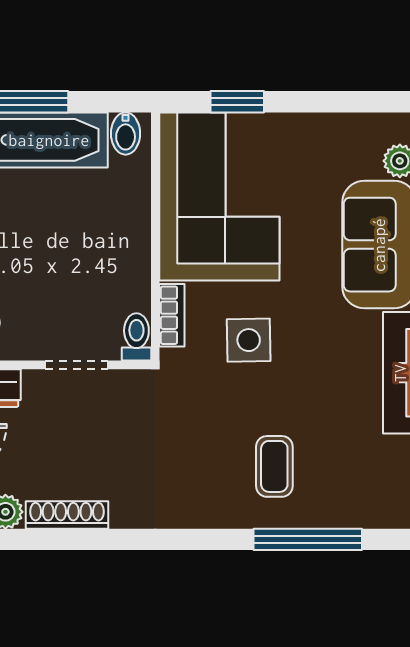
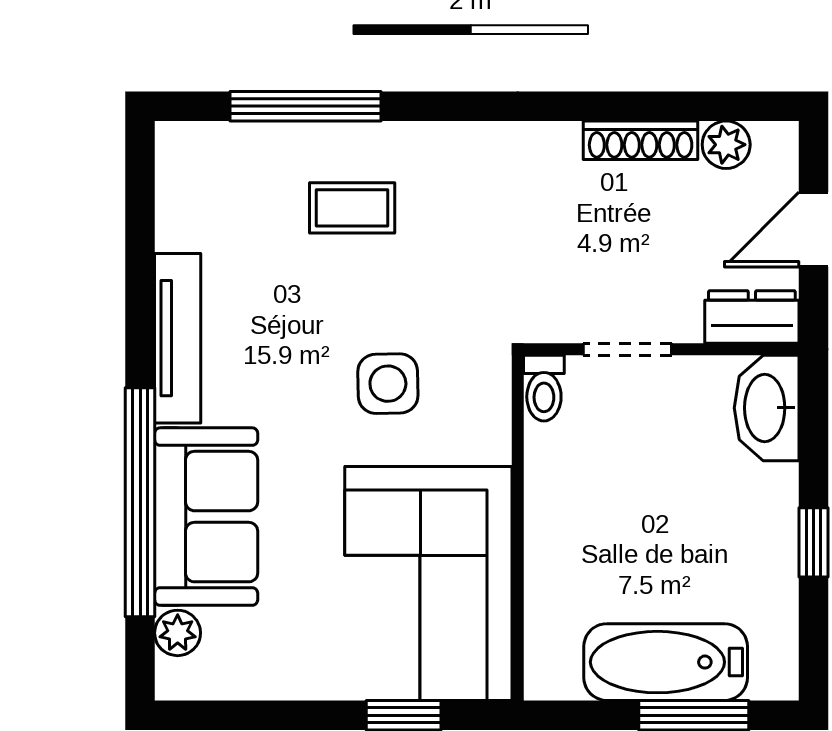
bidet: (126, 134) -> (559, 671), removed
bookcase: (172, 315) -> (495, 418), removed
coffee table: (274, 466) -> (352, 208), turned 90

